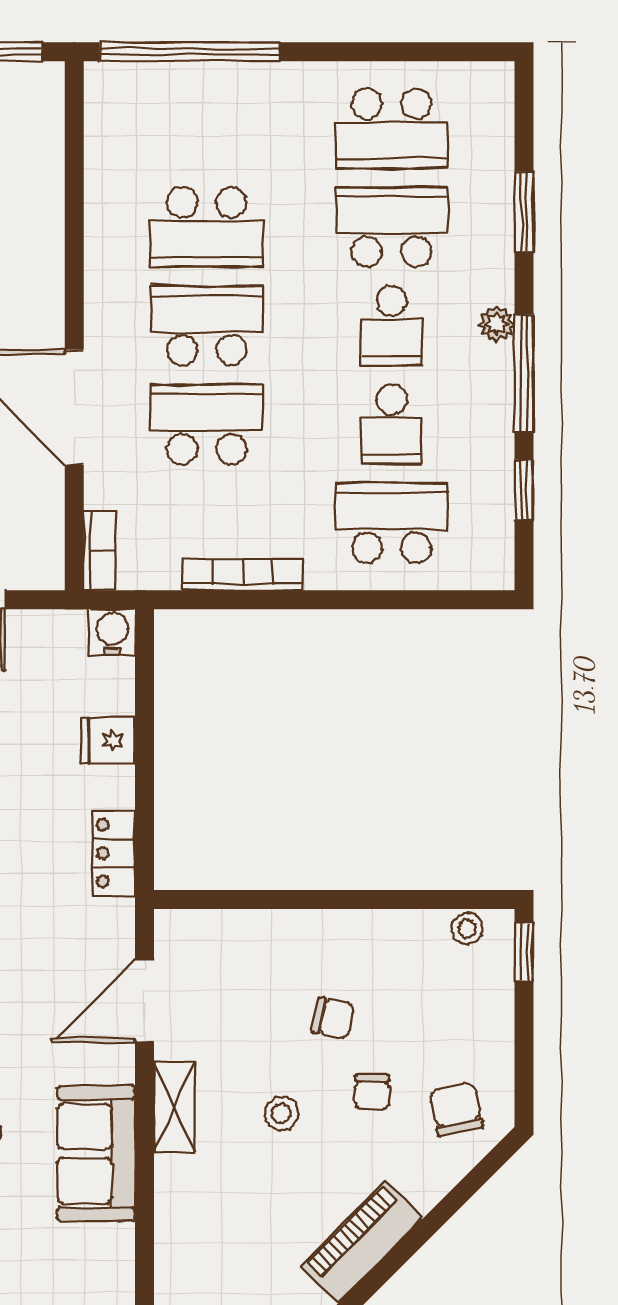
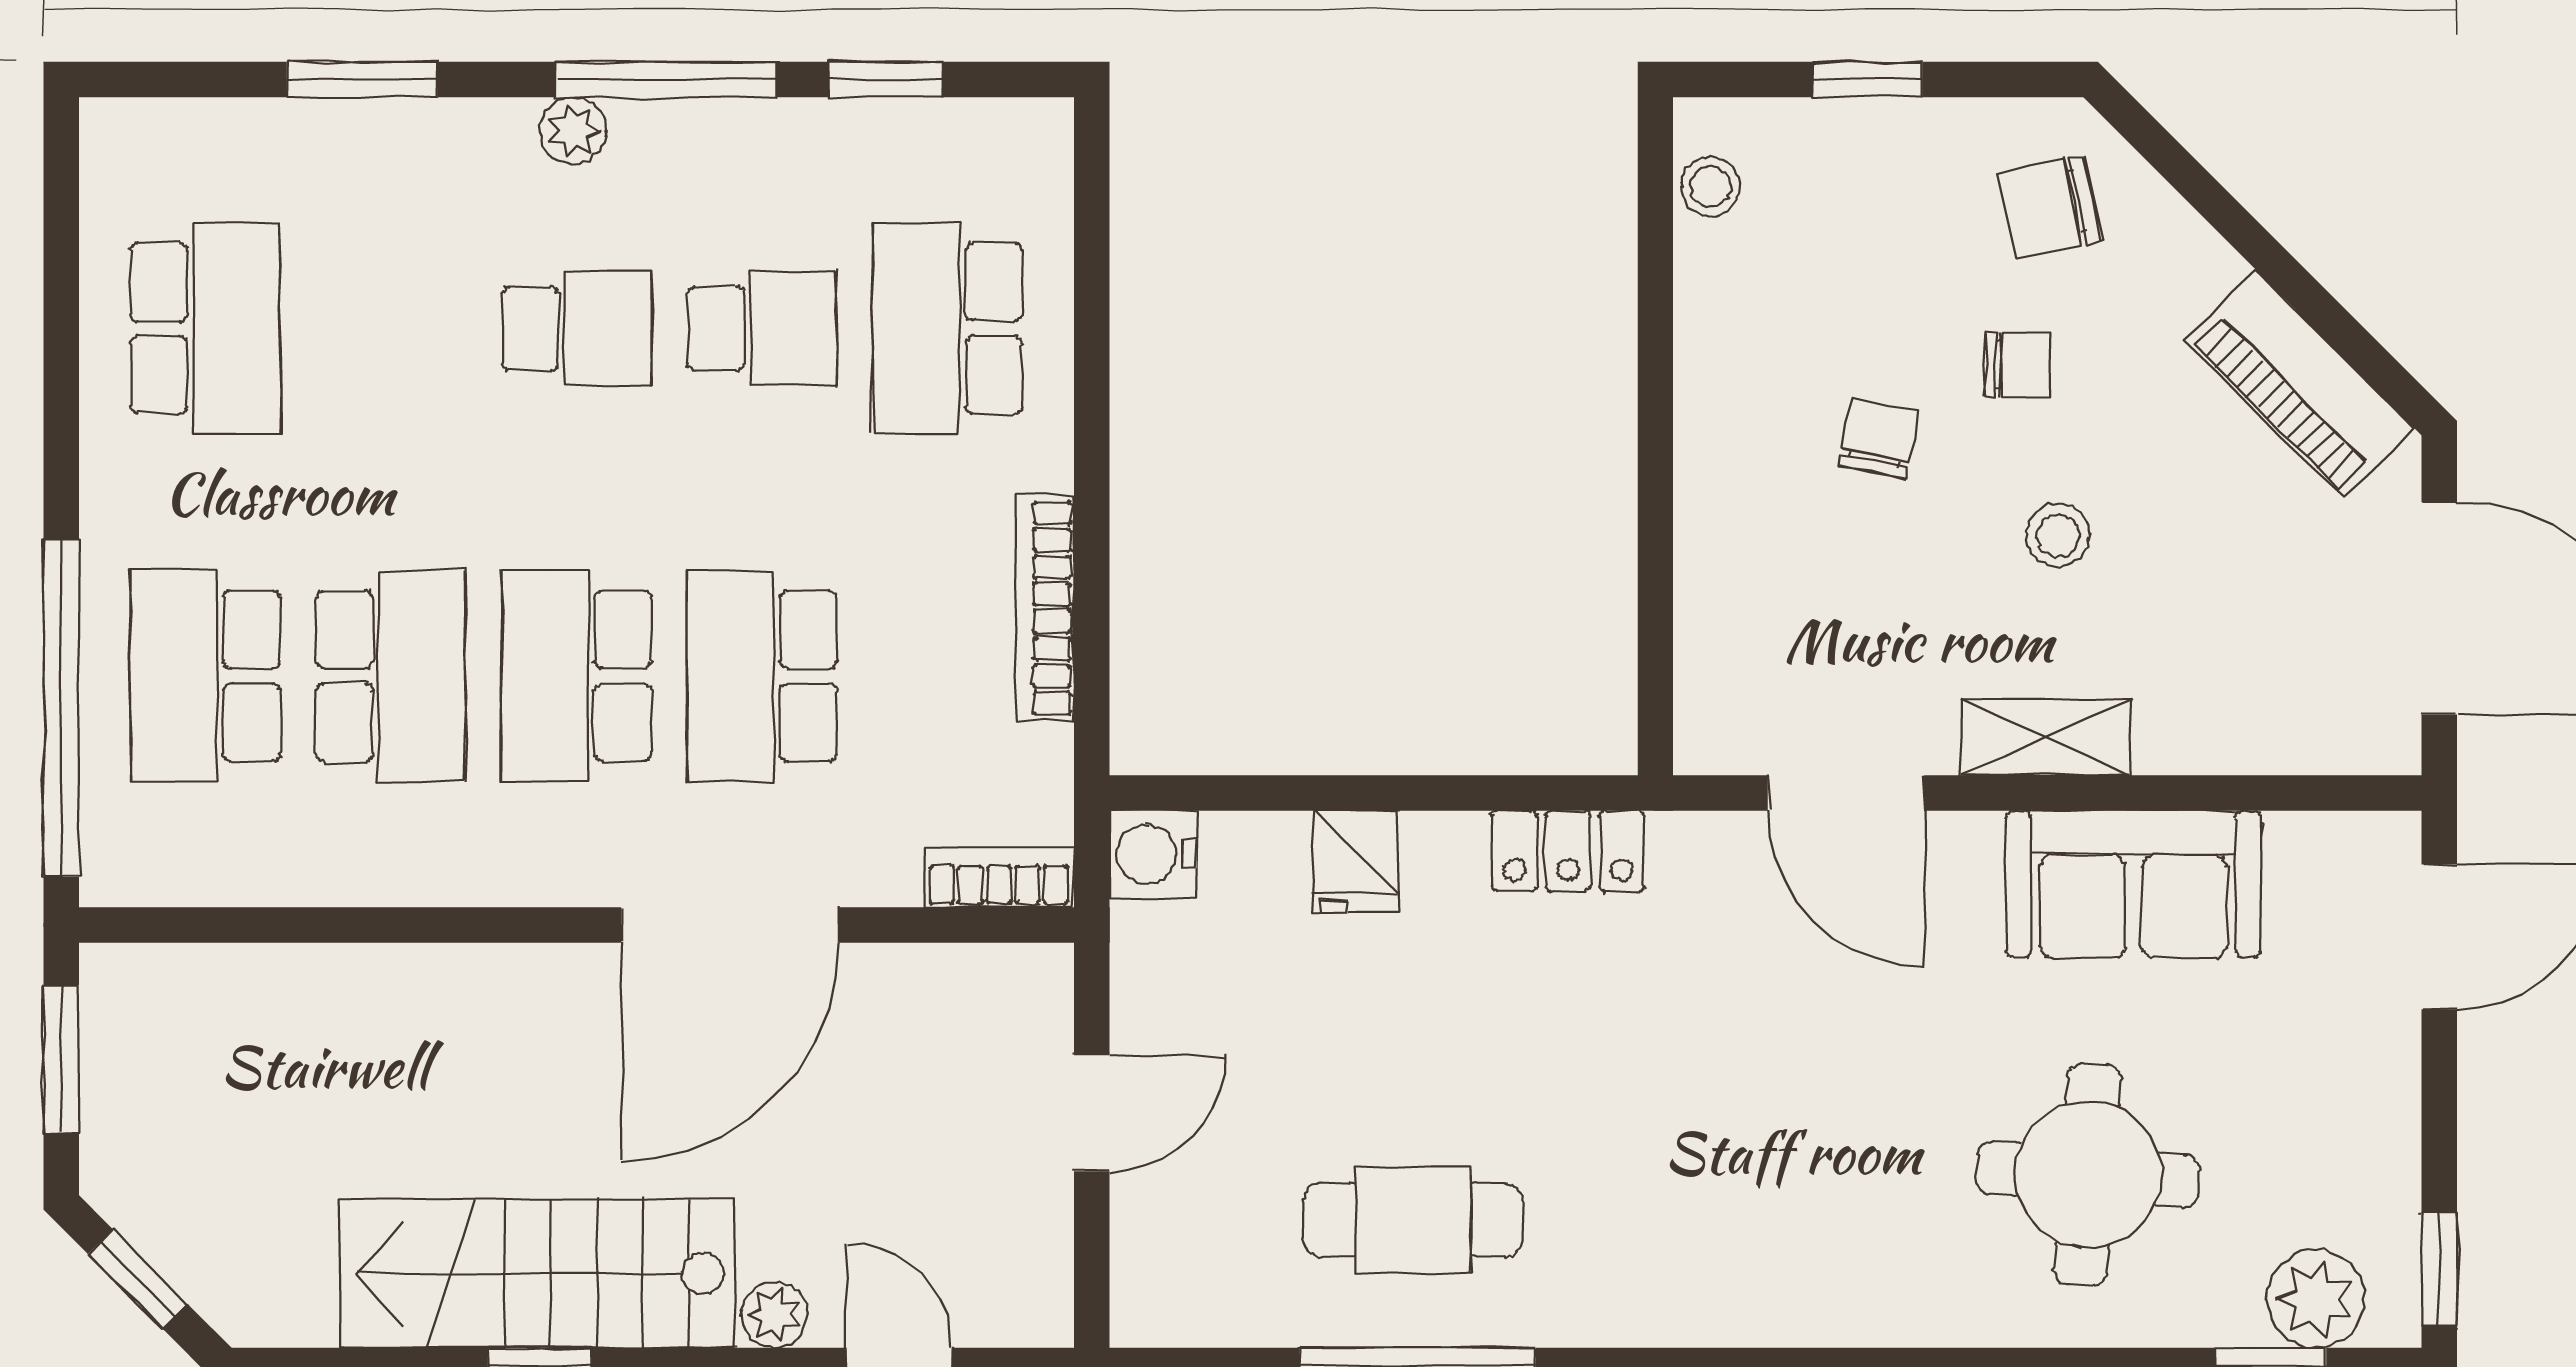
school desk: (392, 227) -> (205, 676), moved
window: (524, 952) -> (1867, 79), moved

